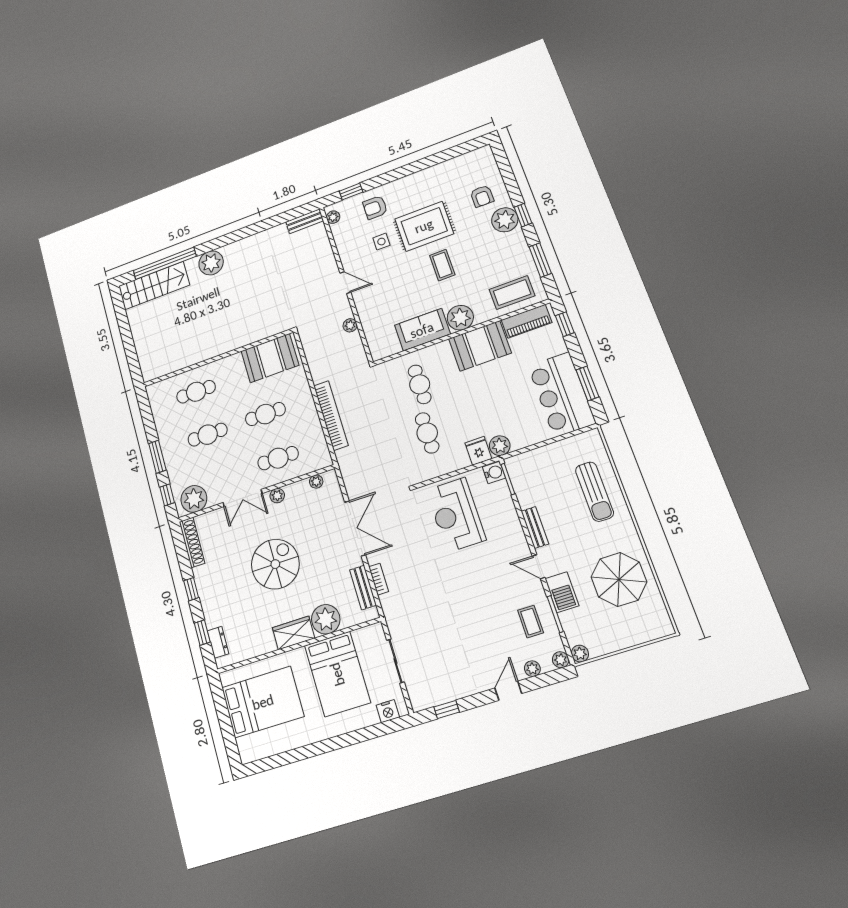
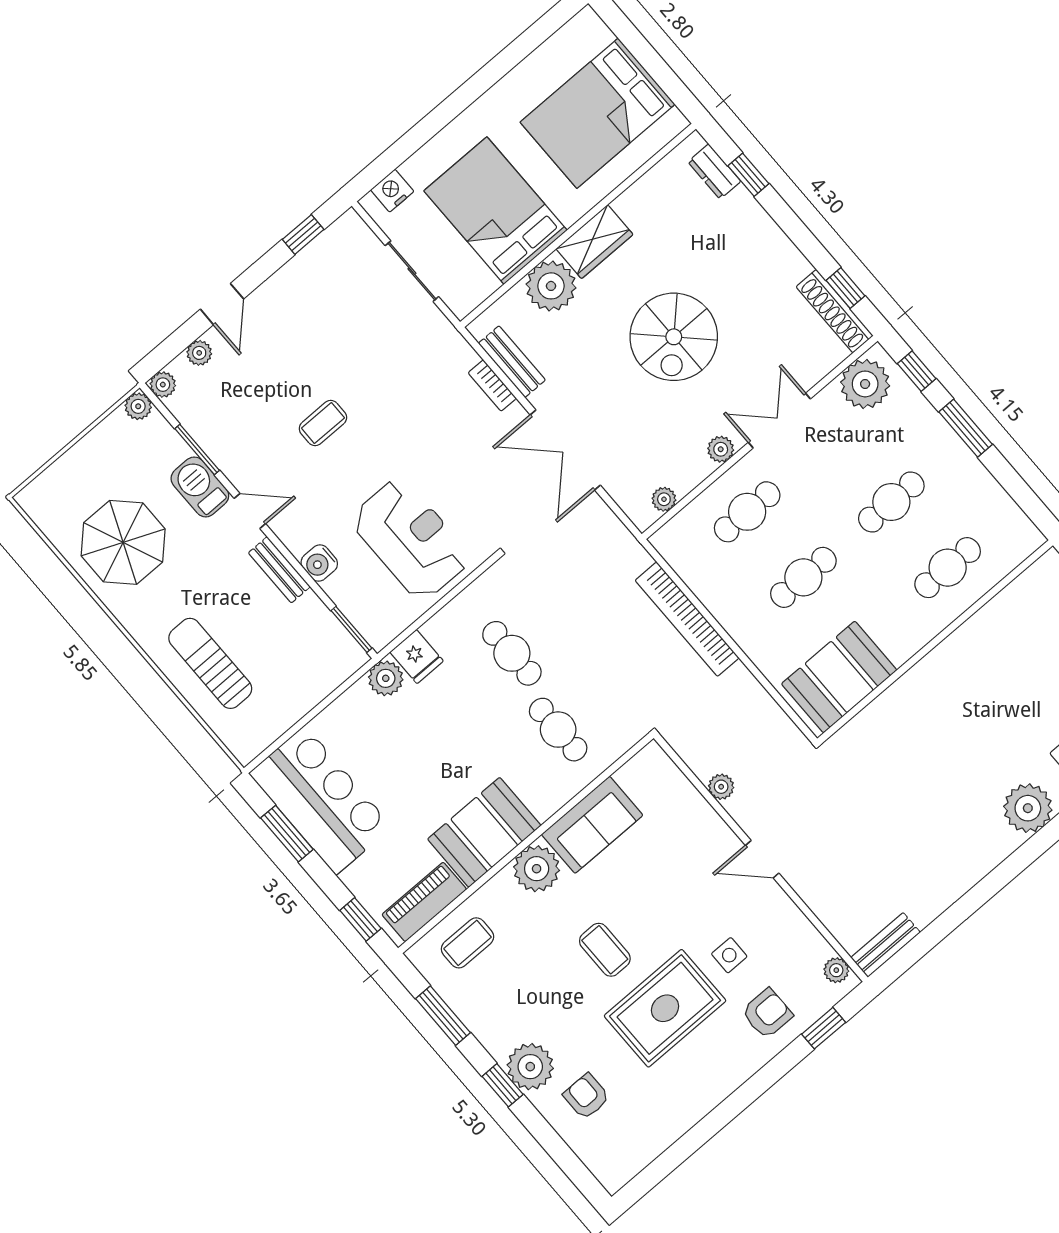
coffee table: (512, 293) -> (468, 943), width x0.73, depth x0.77
water cooler: (494, 473) -> (319, 563), moved
window: (191, 589) -> (845, 288), moved
coffee table: (531, 622) -> (323, 423), moved, turned 90

